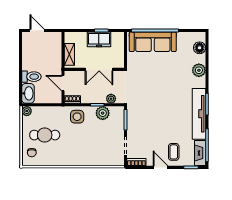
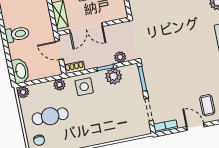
double door: (99, 69) -> (86, 28), moved
toilet: (31, 77) -> (17, 34), moved
plant: (57, 111) -> (59, 85), added

